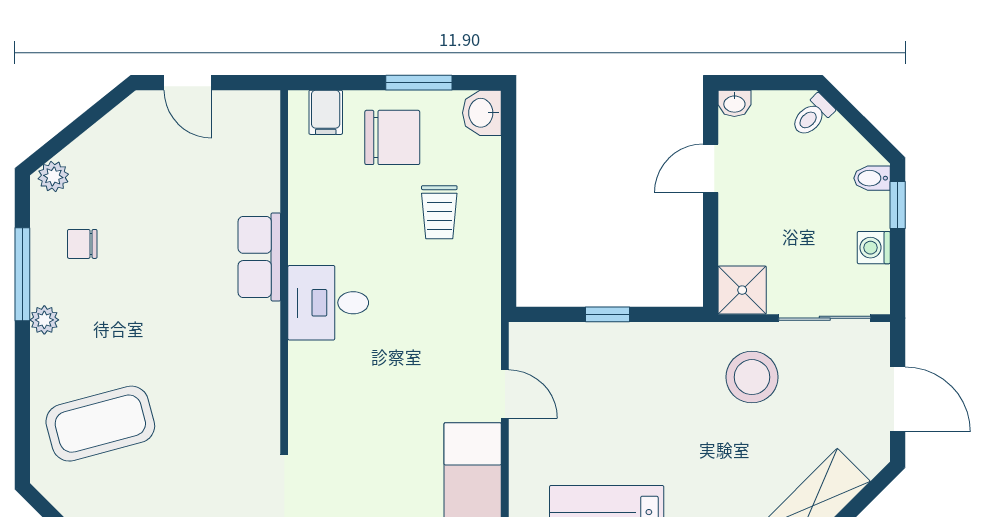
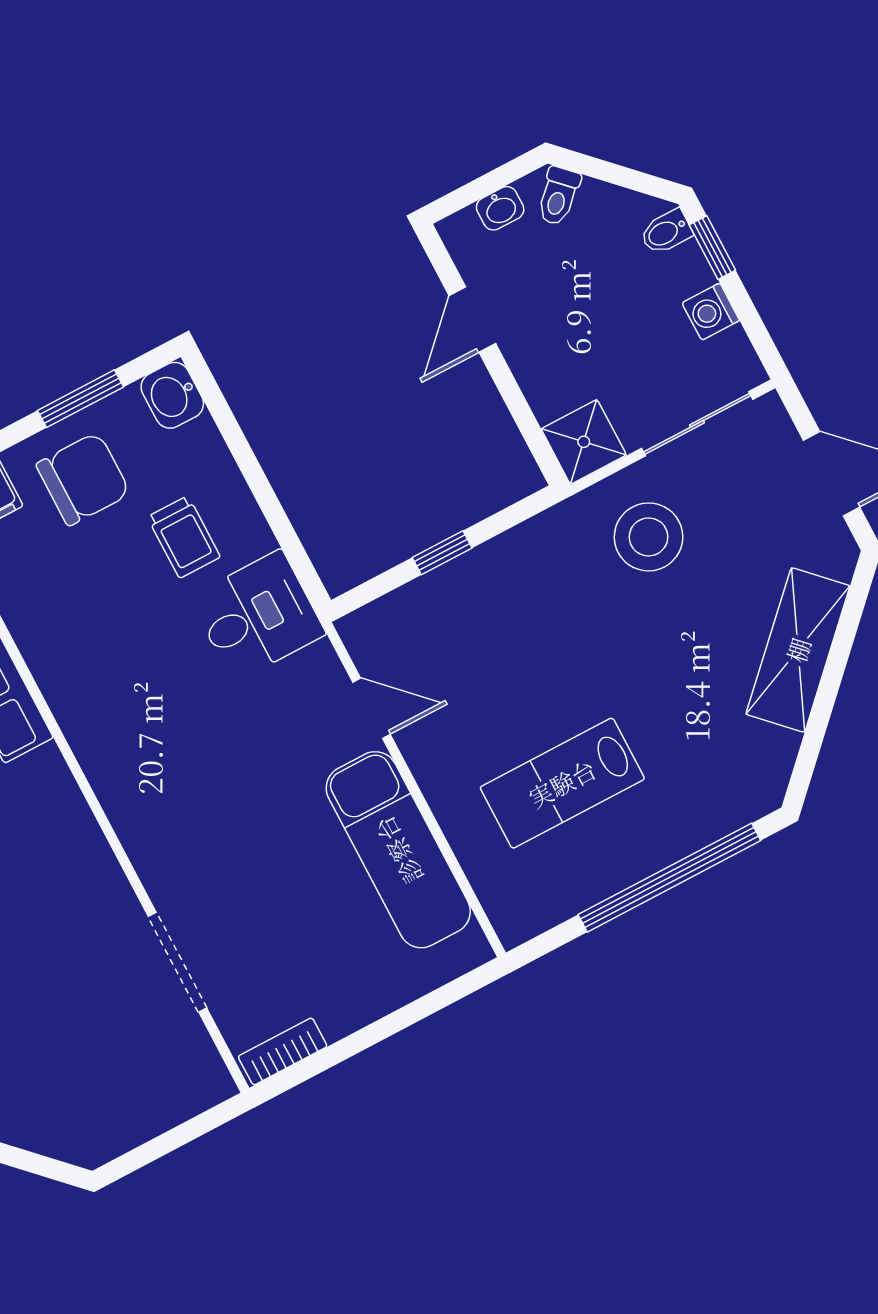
washbasin: (734, 103) -> (500, 208), moved
desk: (328, 303) -> (257, 616), moved, turned 180

